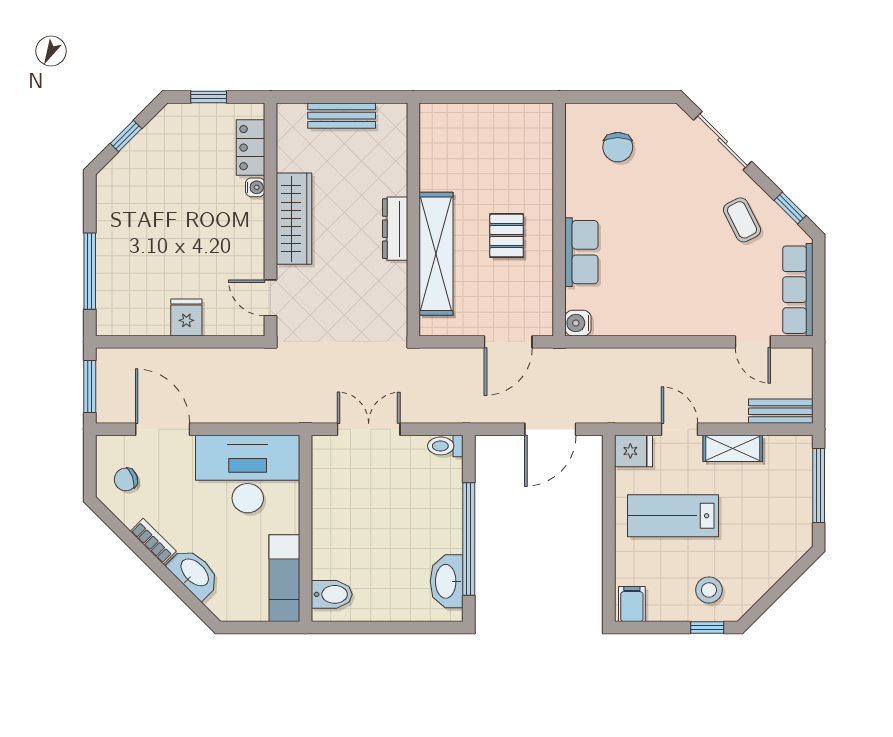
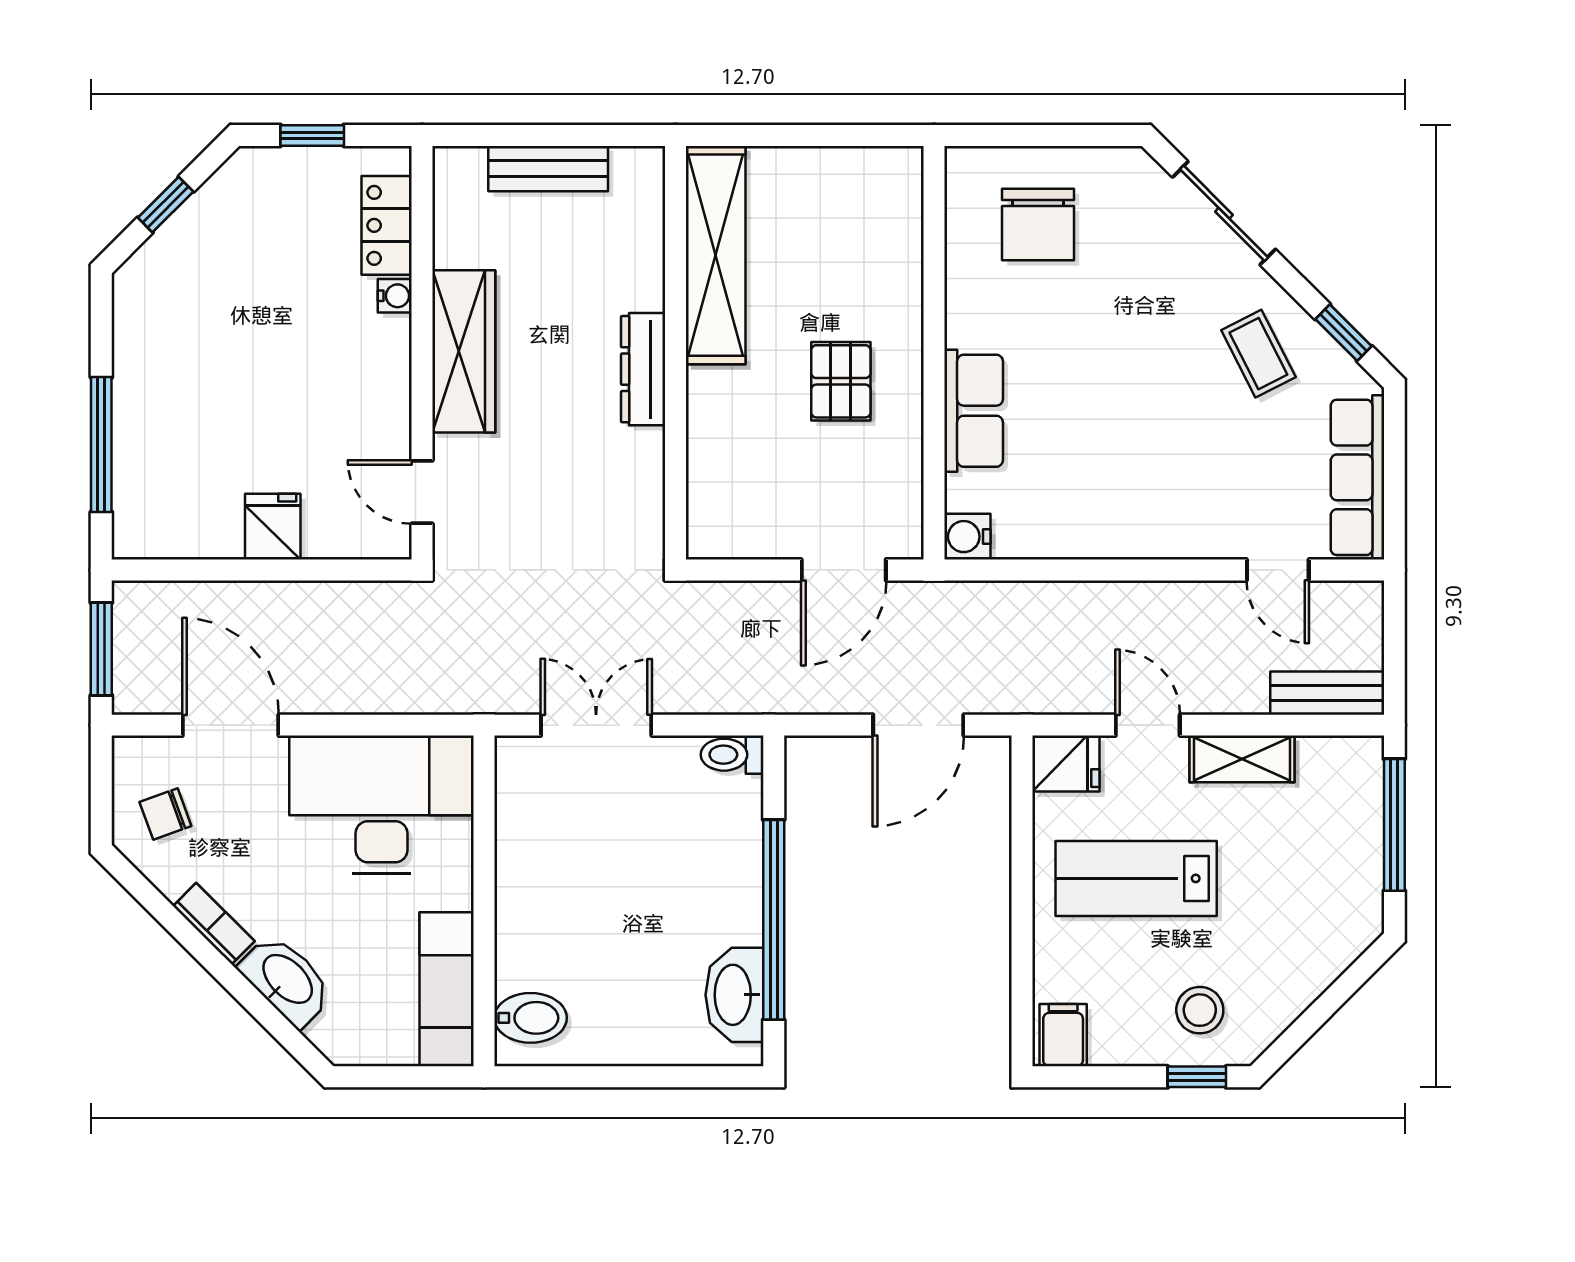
chair: (618, 147) -> (1038, 225), width x1.37, depth x1.37
shelving: (436, 254) -> (716, 255), moved

